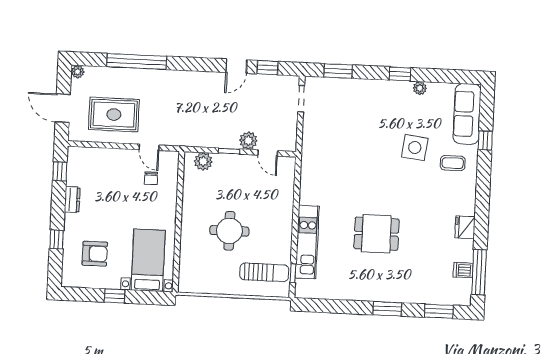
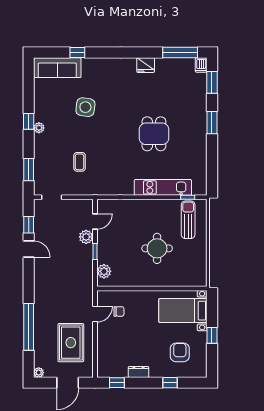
plant: (420, 88) -> (39, 128), moved
coffee table: (453, 163) -> (80, 162), moved
dishwasher: (463, 270) -> (201, 65), moved

